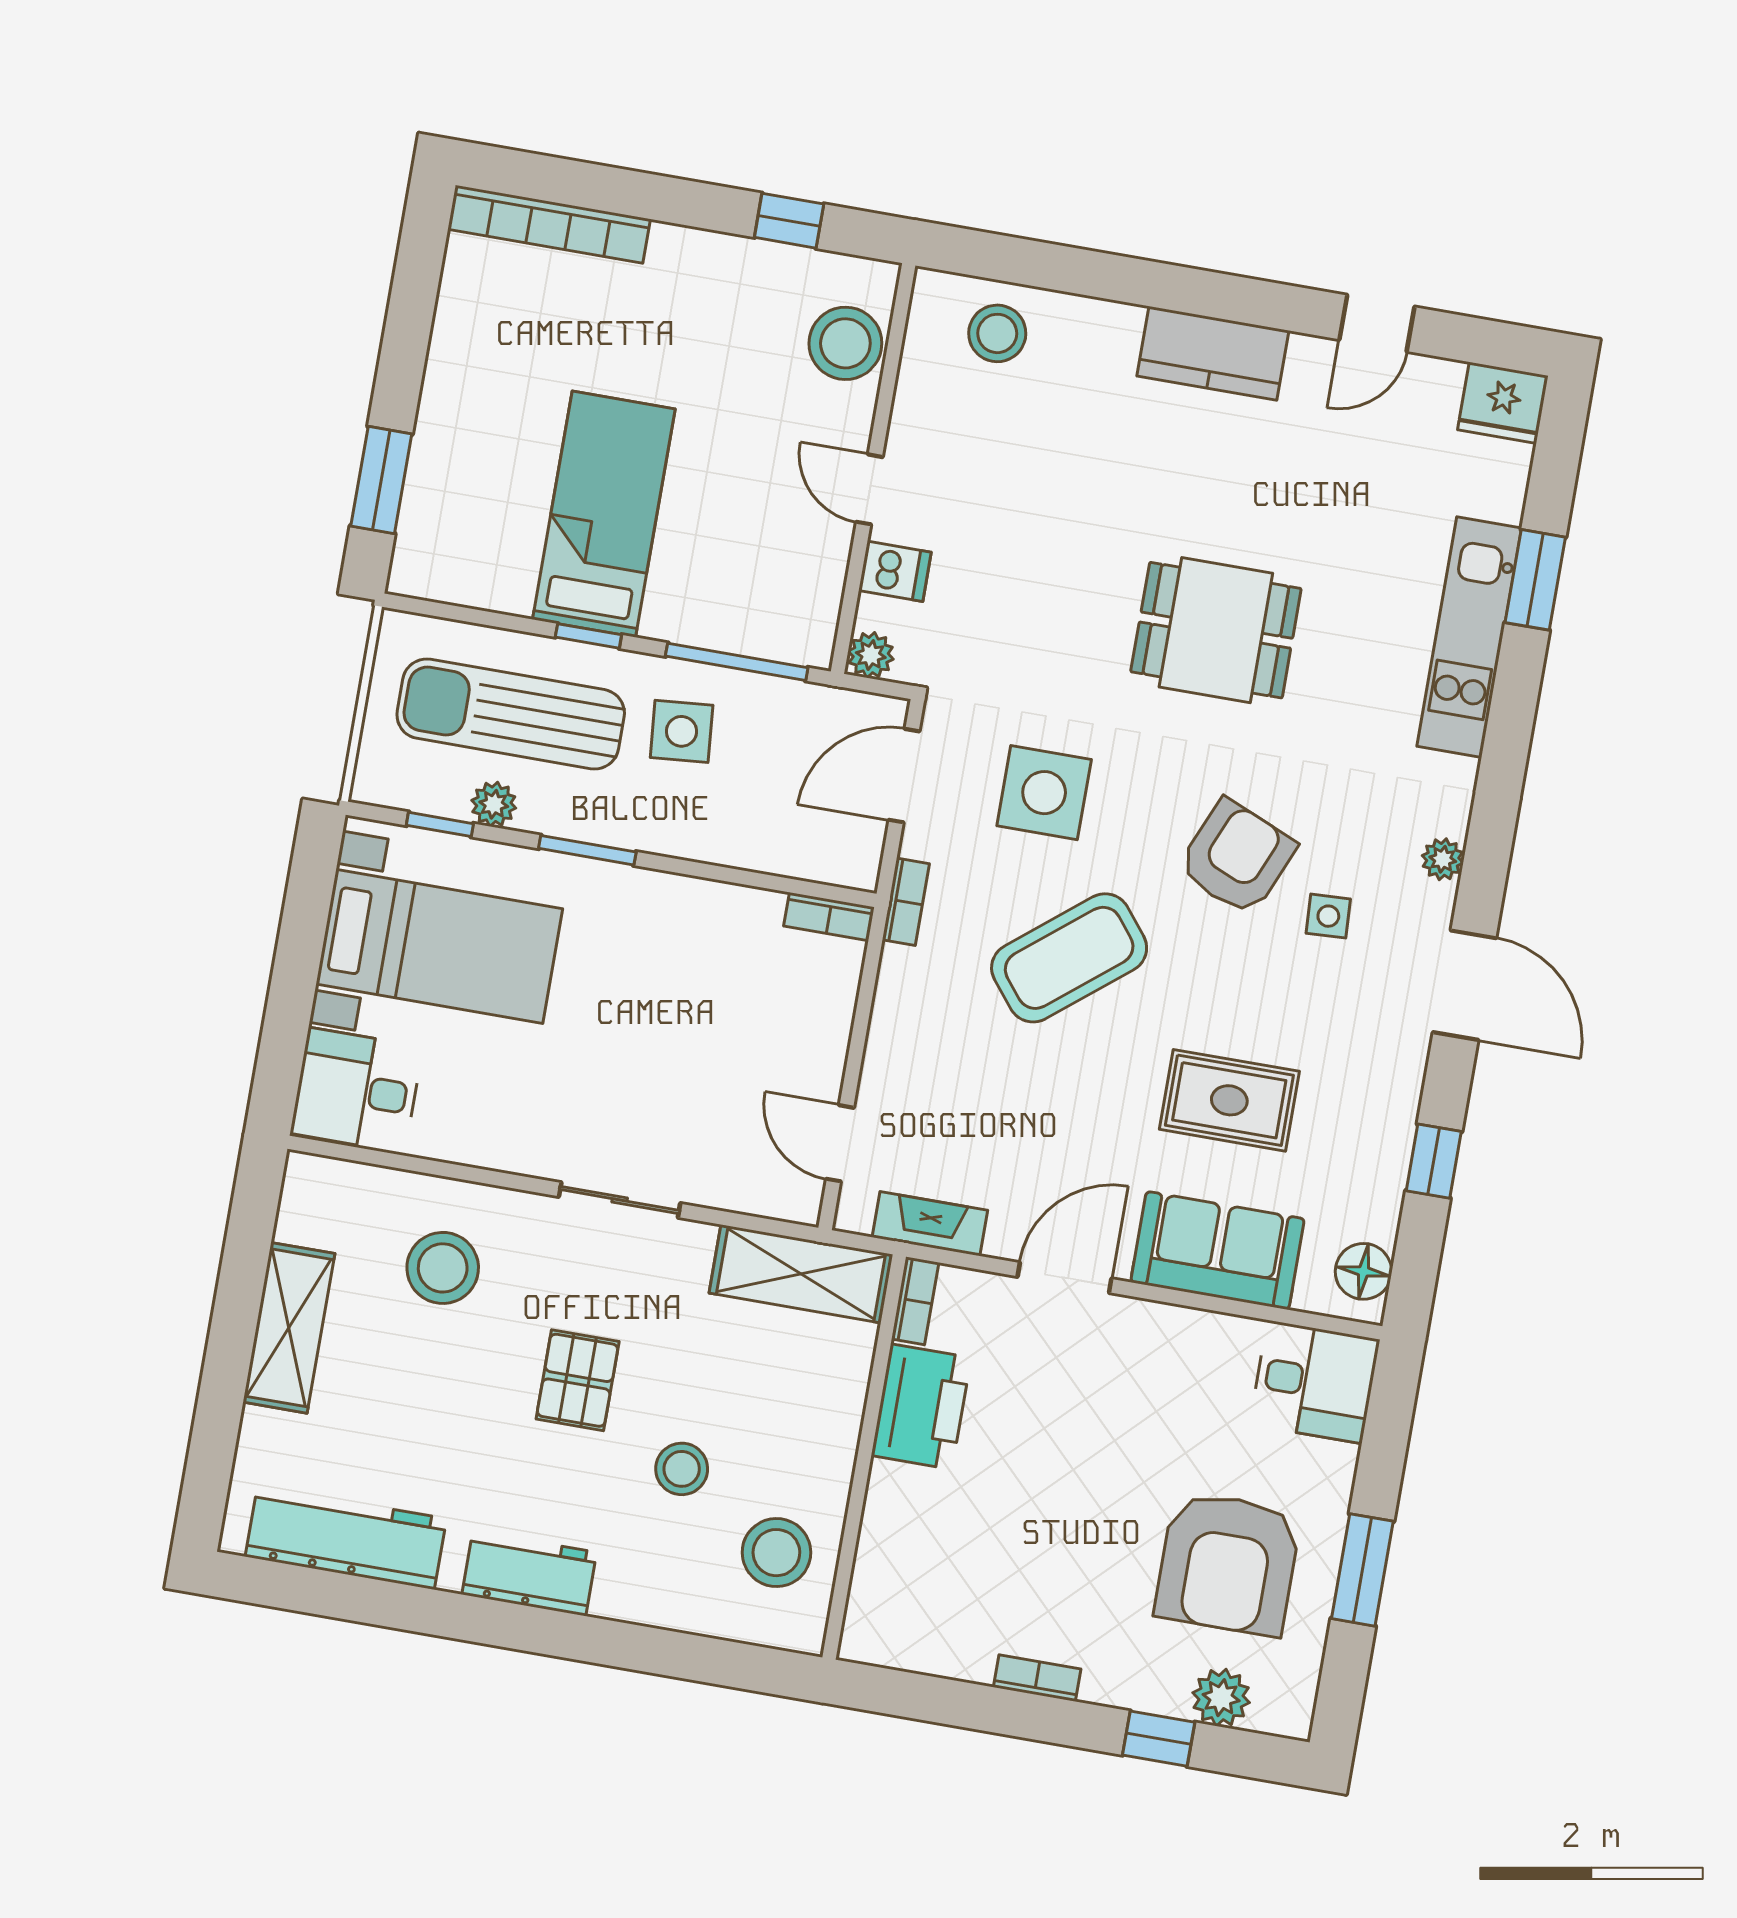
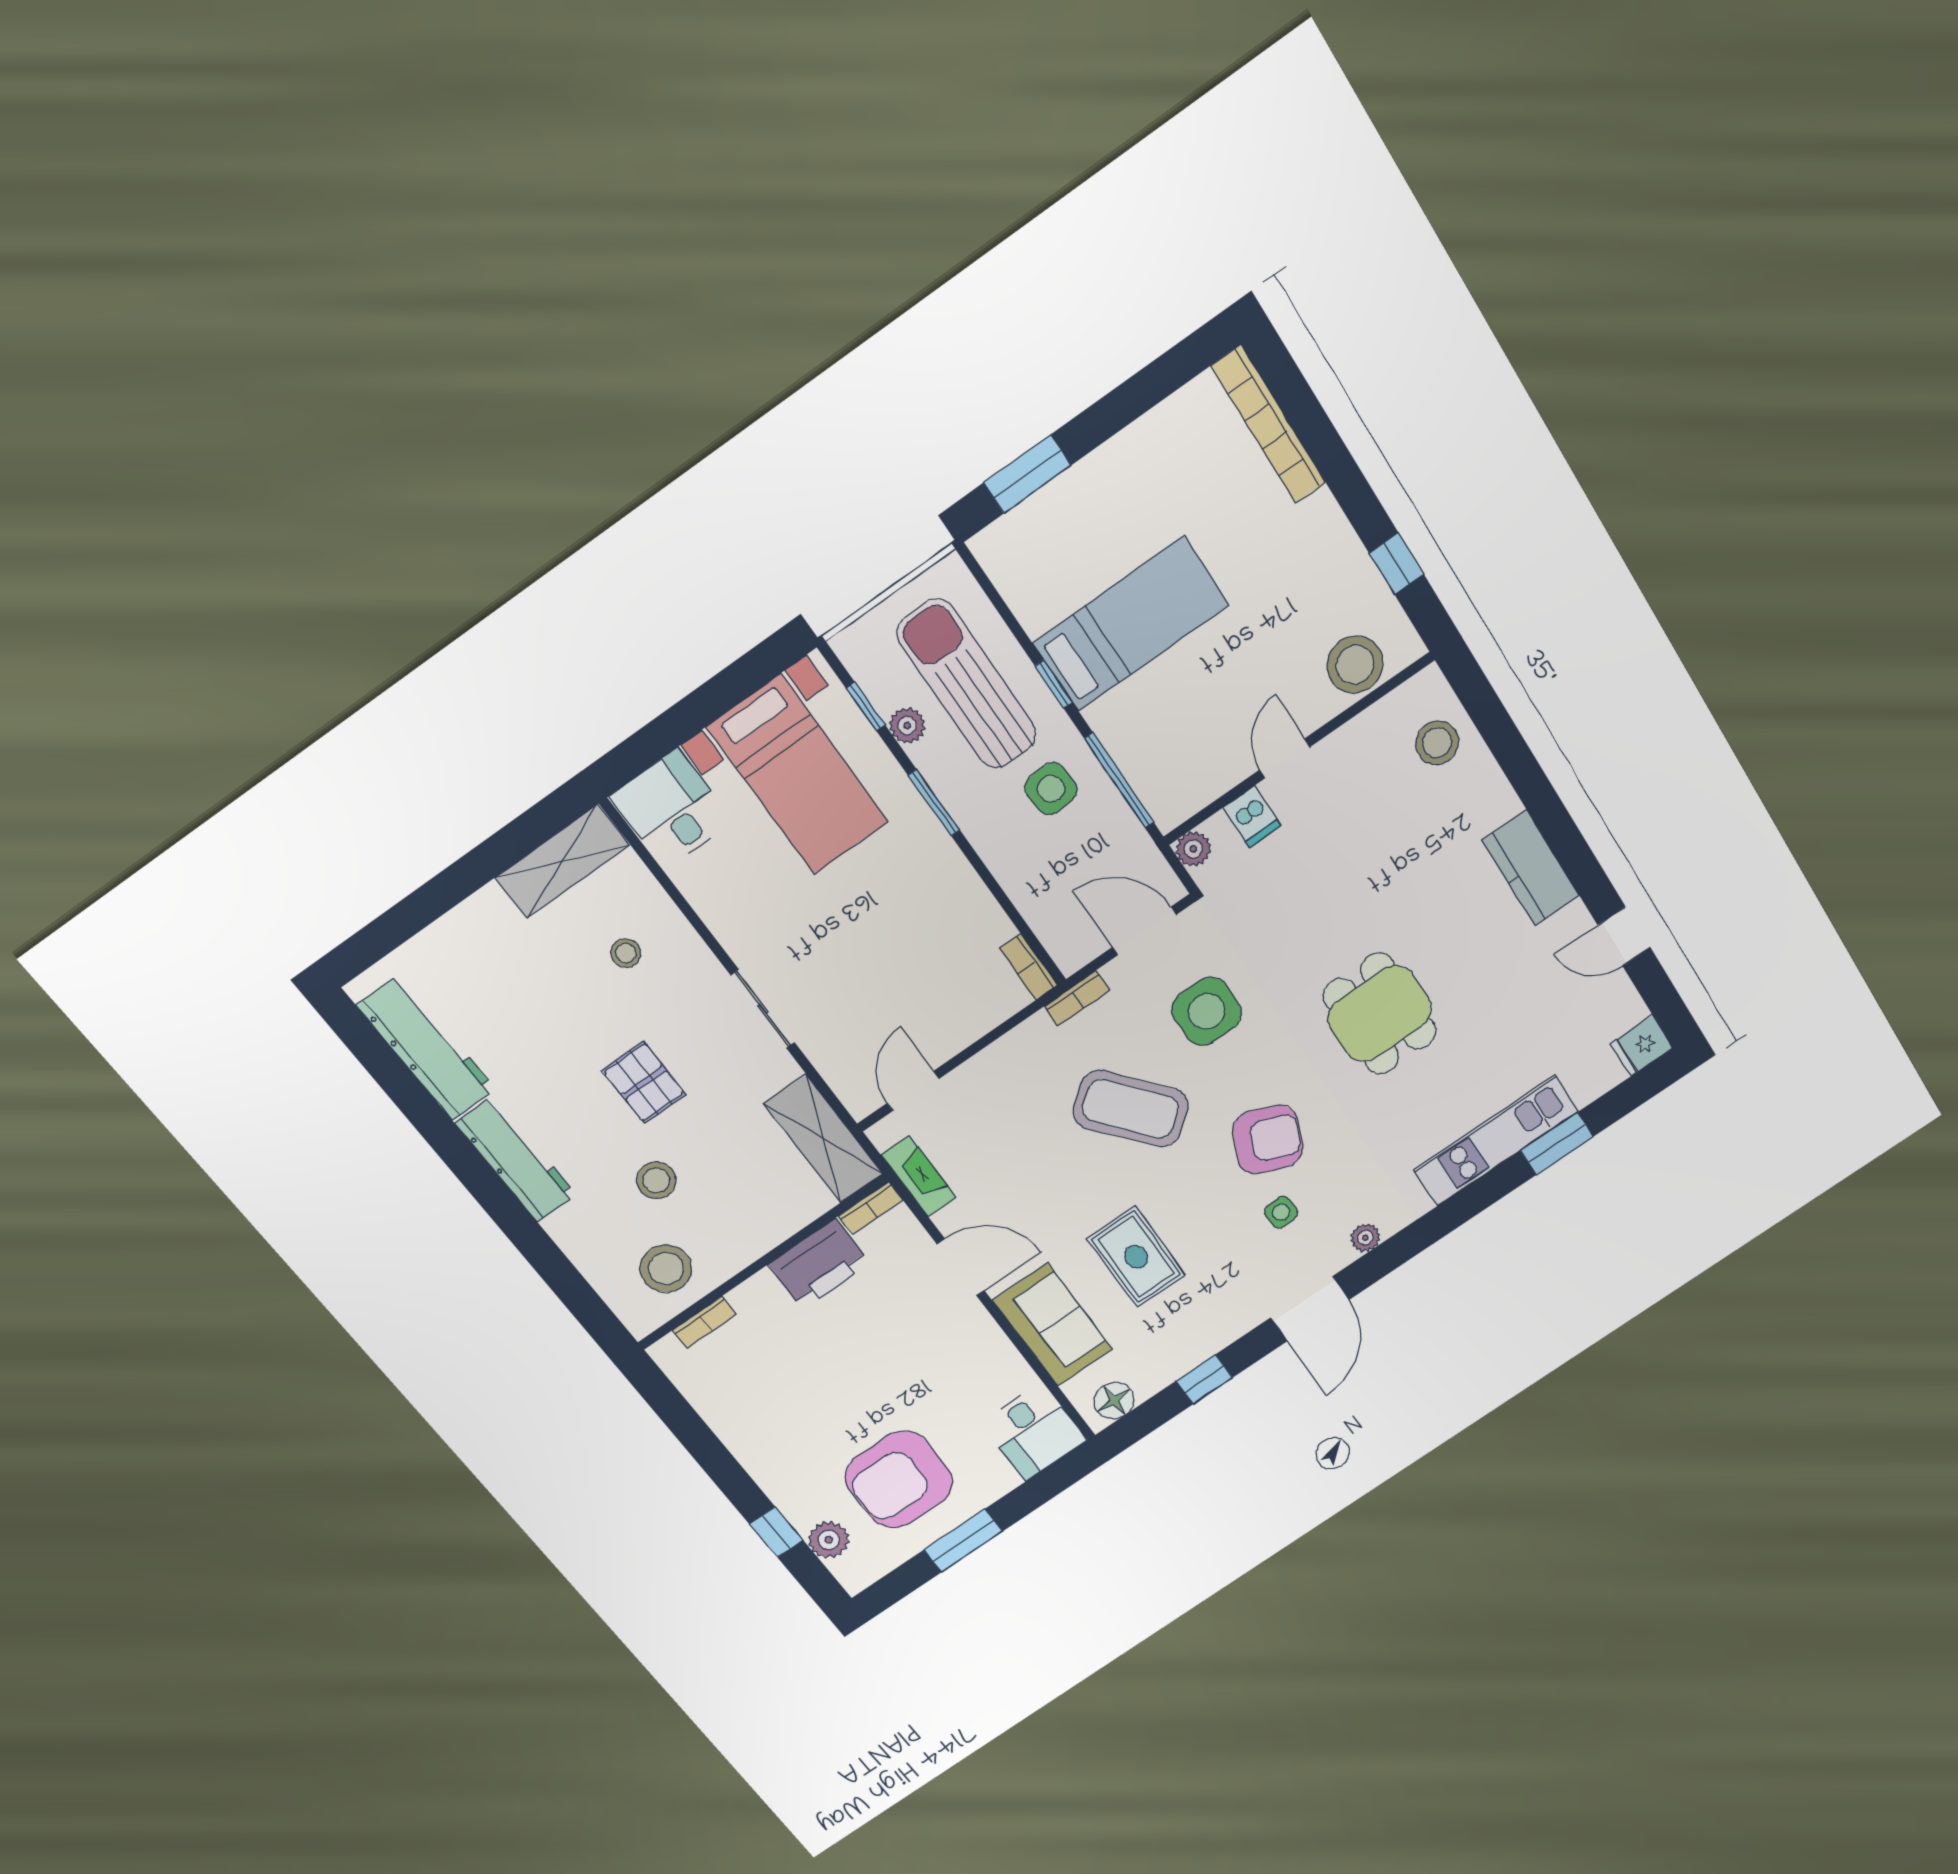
fridge: (1503, 403) -> (1642, 1046), width x0.72
stool: (443, 1268) -> (626, 953), width x0.53, depth x0.53
shelving: (289, 1328) -> (562, 862), moved
pallet: (578, 1380) -> (644, 1083), turned 90
workbench: (529, 1573) -> (516, 1159), width x1.38
bookcase: (1037, 1678) -> (704, 1322), moved, turned 90

